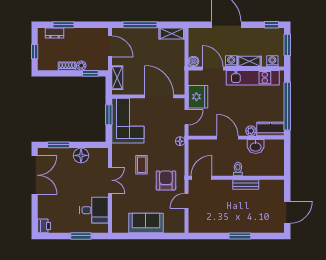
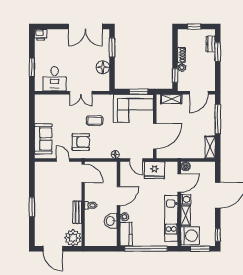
washing machine: (272, 61) -> (190, 236), width x1.89, depth x1.89
plant: (275, 189) -> (73, 238), added
sofa: (146, 223) -> (43, 139), moved

